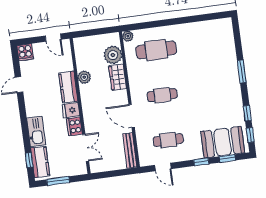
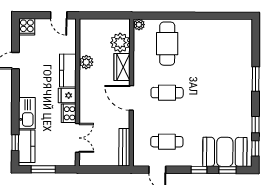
cafe table: (156, 50) -> (167, 44), turned 90
door: (132, 116) -> (131, 98), moved

